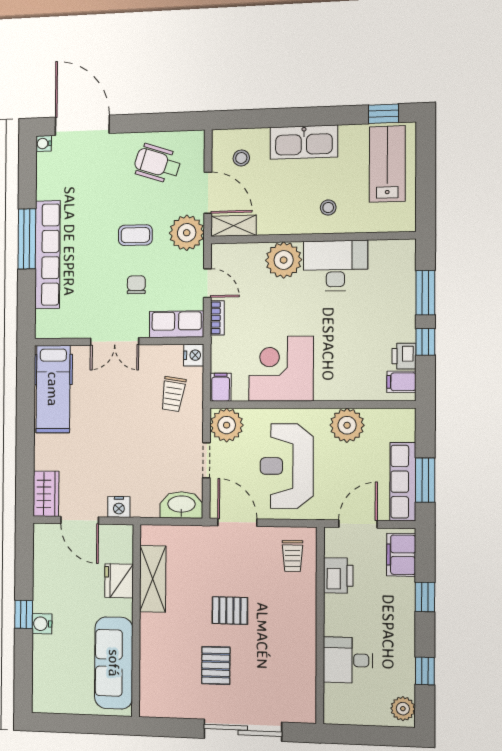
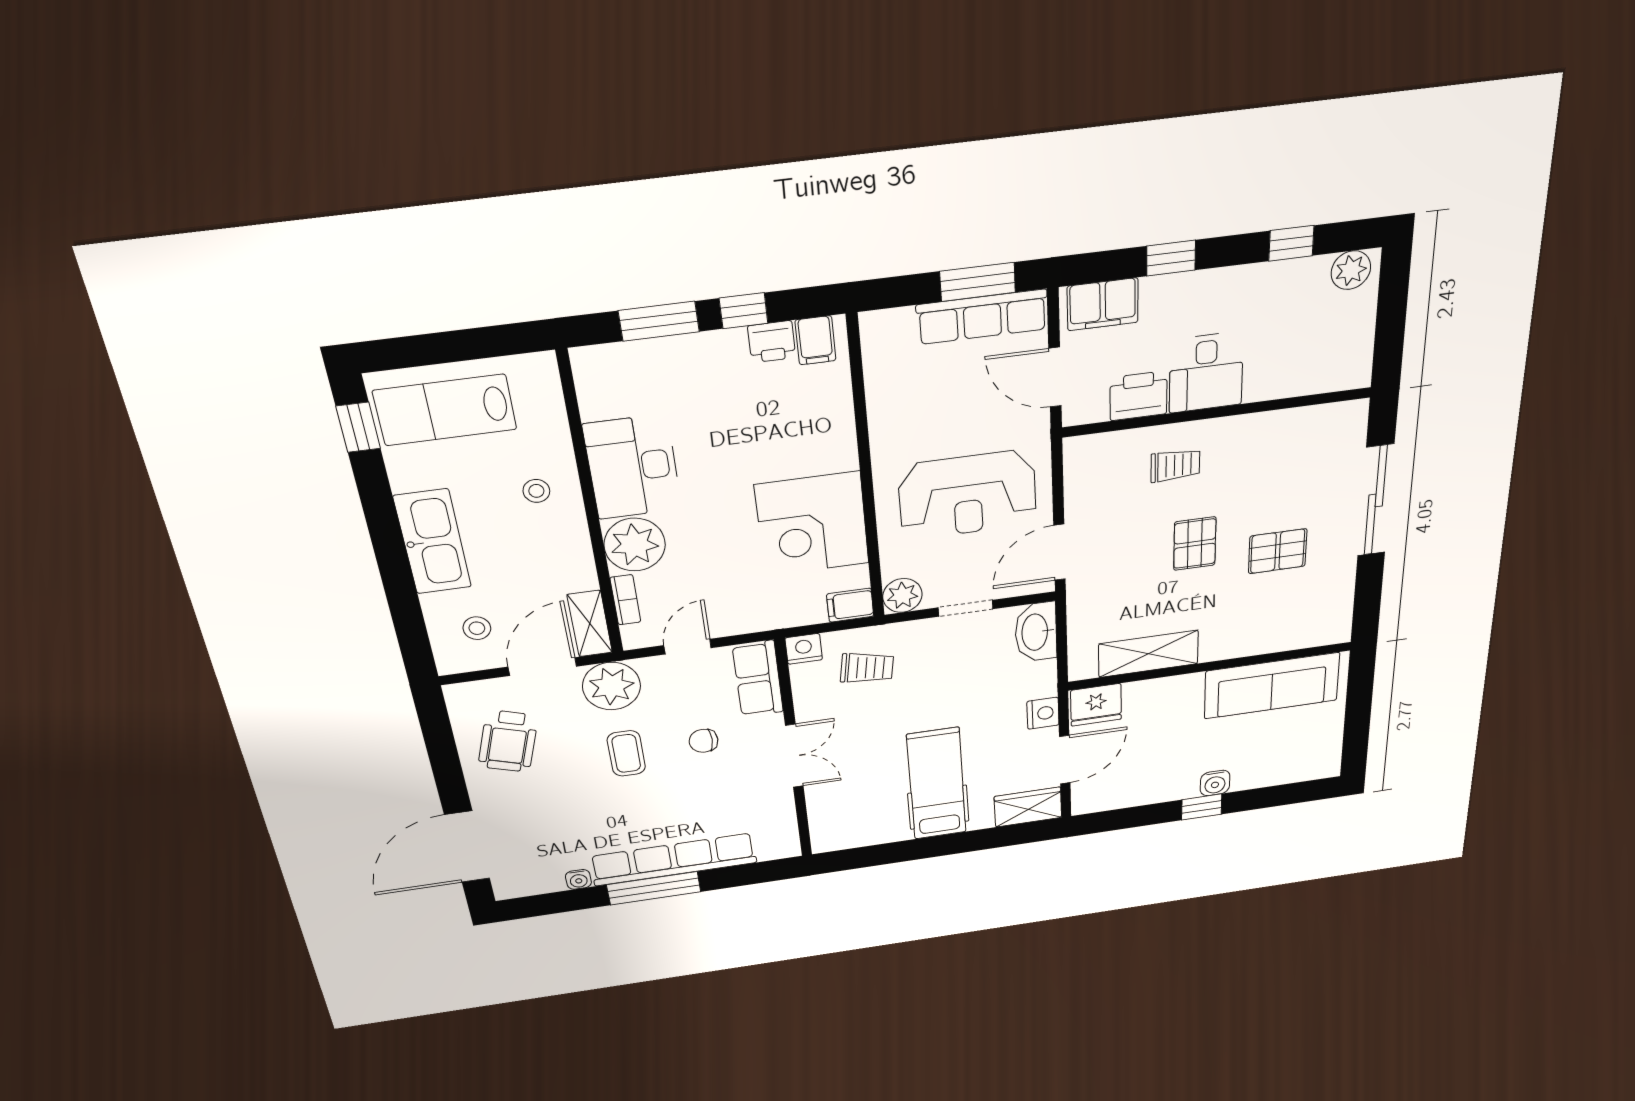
water cooler: (44, 143) -> (578, 879), moved
bookcase: (217, 318) -> (625, 600), moved, turned 90
hospital bed: (53, 389) -> (937, 784), moved, turned -90
plant: (227, 425) -> (902, 595), width x0.73, depth x0.73
plant: (347, 425) -> (895, 415), removed
trolley: (293, 556) -> (1175, 465), moved
fridge: (119, 581) -> (1096, 705), moved
desk: (348, 660) -> (1206, 372), moved

